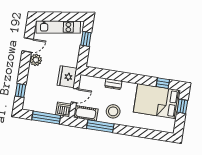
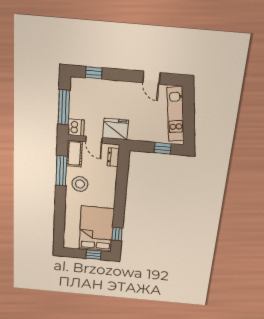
plant: (36, 60) -> (133, 89), removed
dresser: (113, 84) -> (113, 157), moved

